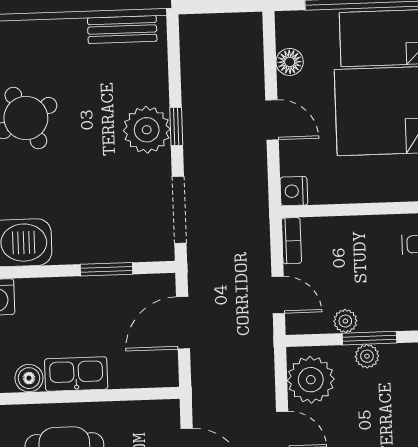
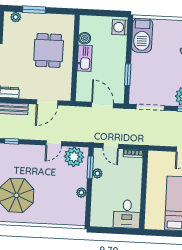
nightstand: (294, 191) -> (154, 156), removed
door: (278, 295) -> (111, 146), hinge flipped
window: (369, 338) -> (90, 167), moved
plant: (367, 356) -> (81, 193), moved

